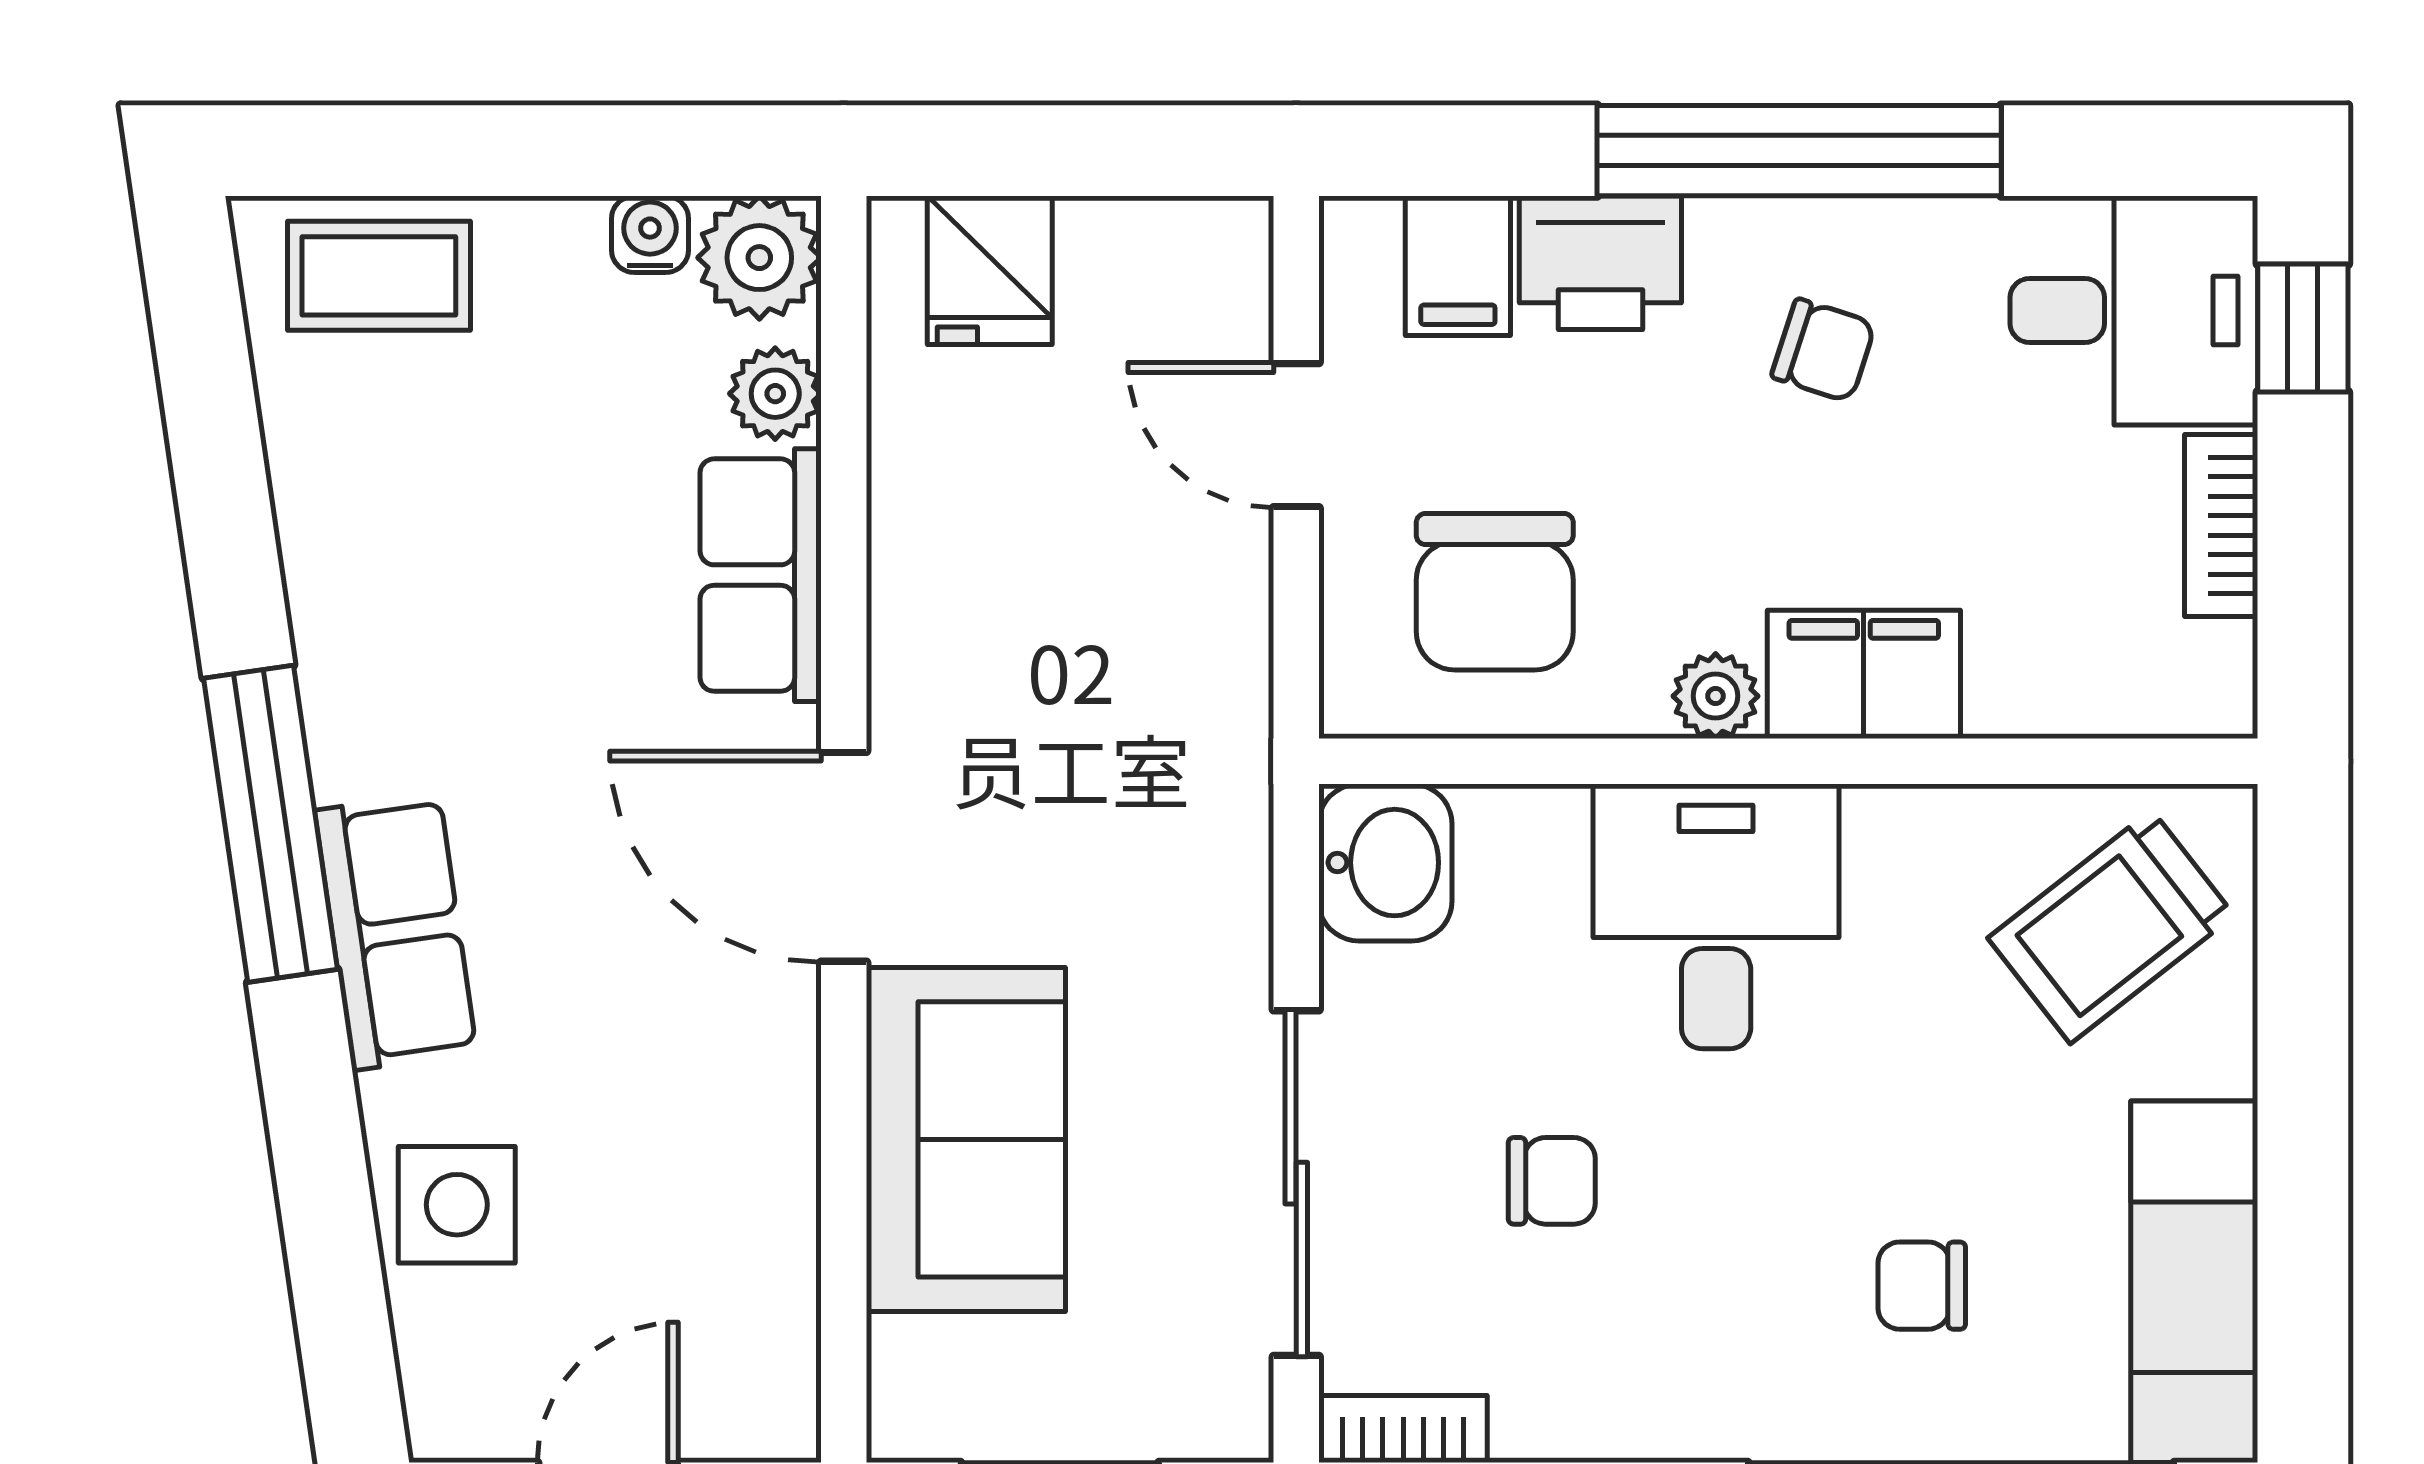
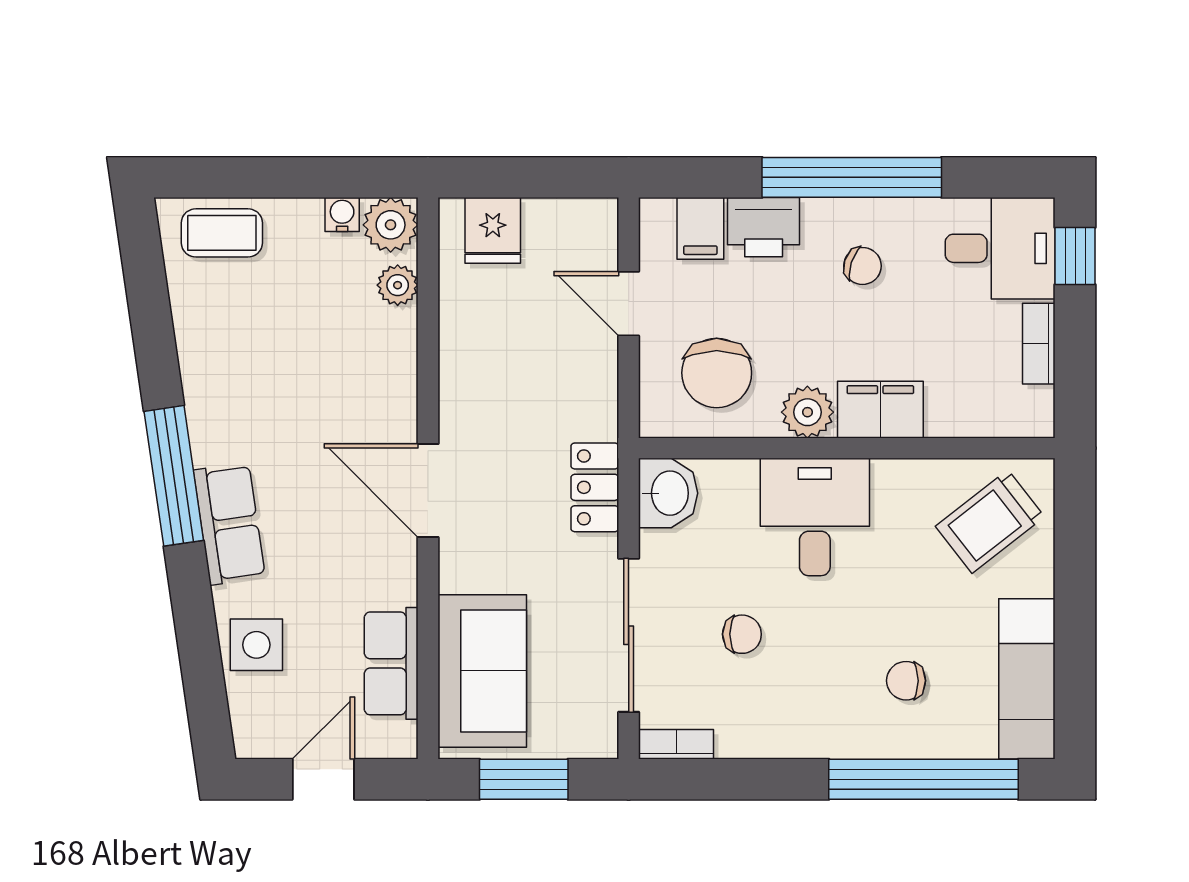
row of seats: (761, 575) -> (391, 663), moved
plant: (1716, 696) -> (807, 412), width x1.38, depth x1.38
locker: (1220, 850) -> (595, 487), added
sofa: (966, 1139) -> (482, 671), moved

